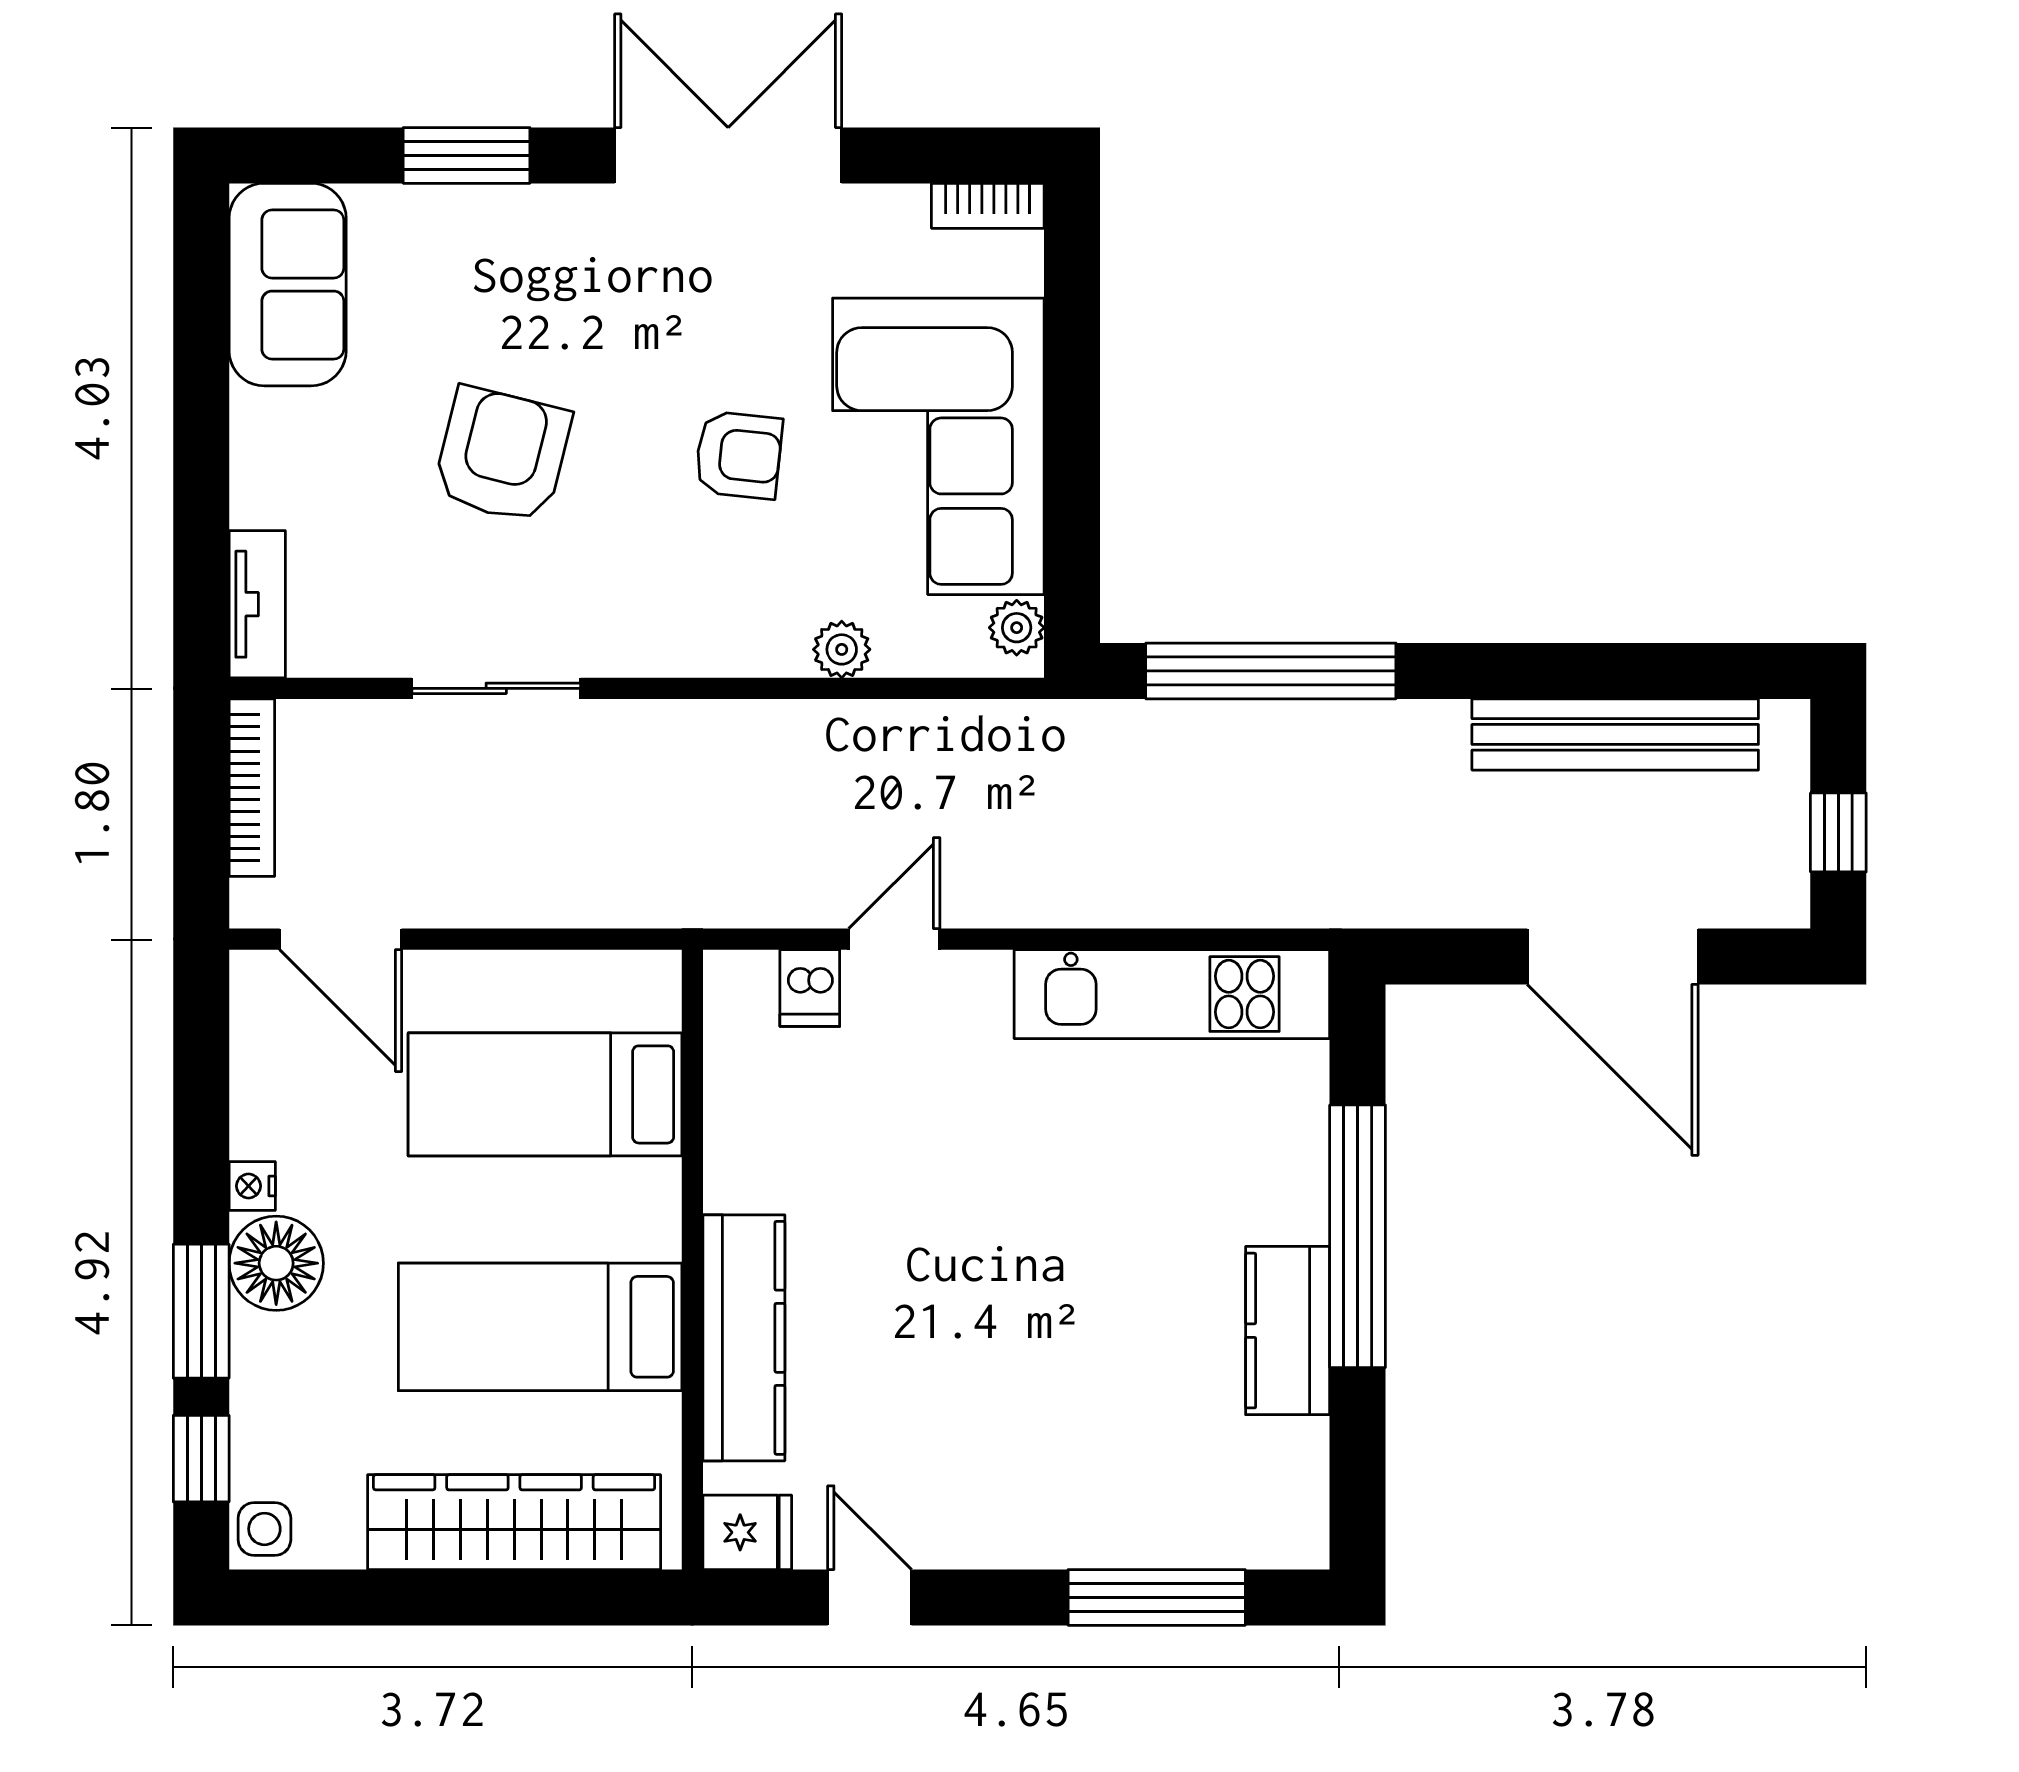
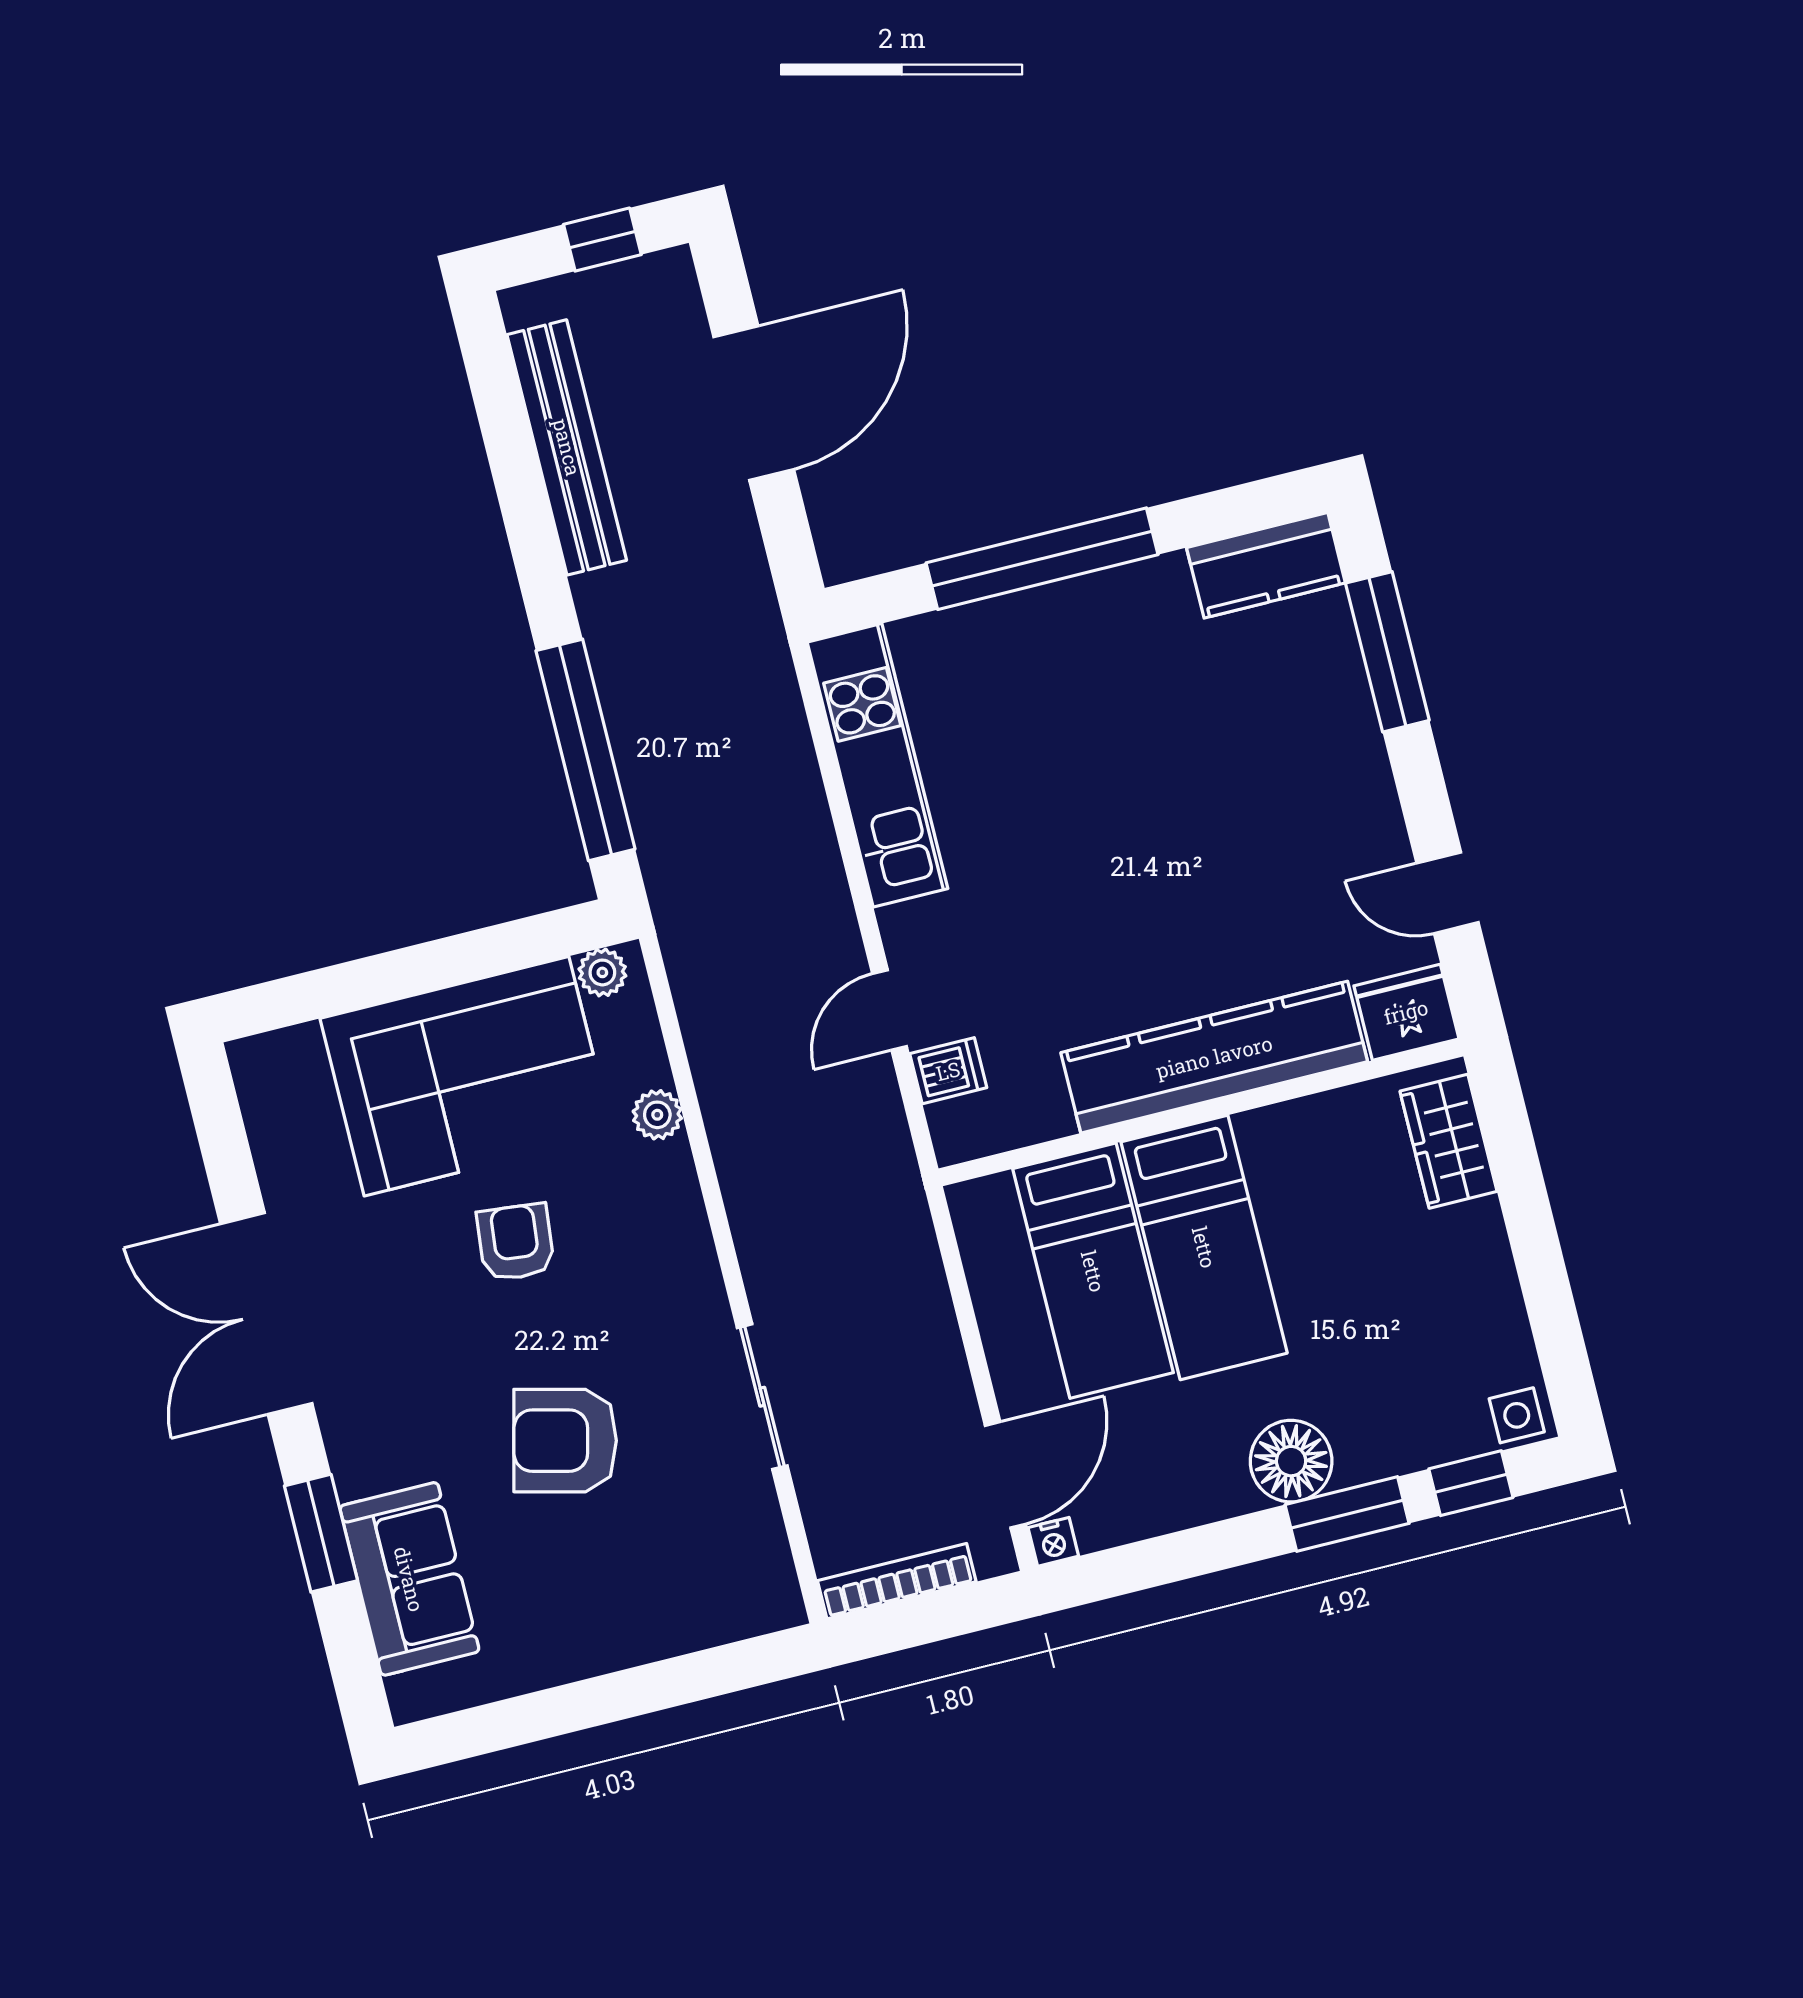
bookcase: (988, 206) -> (254, 1085), removed
sofa: (288, 285) -> (409, 1579), moved, turned 90
tv unit: (257, 604) -> (742, 1615), removed
door: (894, 939) -> (890, 1010), hinge flipped
nightstand: (252, 1186) -> (1053, 1542), moved
bed: (540, 1327) -> (1204, 1247), moved
kitchen counter: (1288, 1331) -> (1266, 565), moved
kitchen counter: (744, 1338) -> (1214, 1057), width x1.39, depth x1.17
wardrobe: (514, 1522) -> (1449, 1141), width x0.48, depth x0.85
fridge: (747, 1532) -> (1406, 1012), width x1.38
door: (870, 1597) -> (1447, 893), hinge flipped

